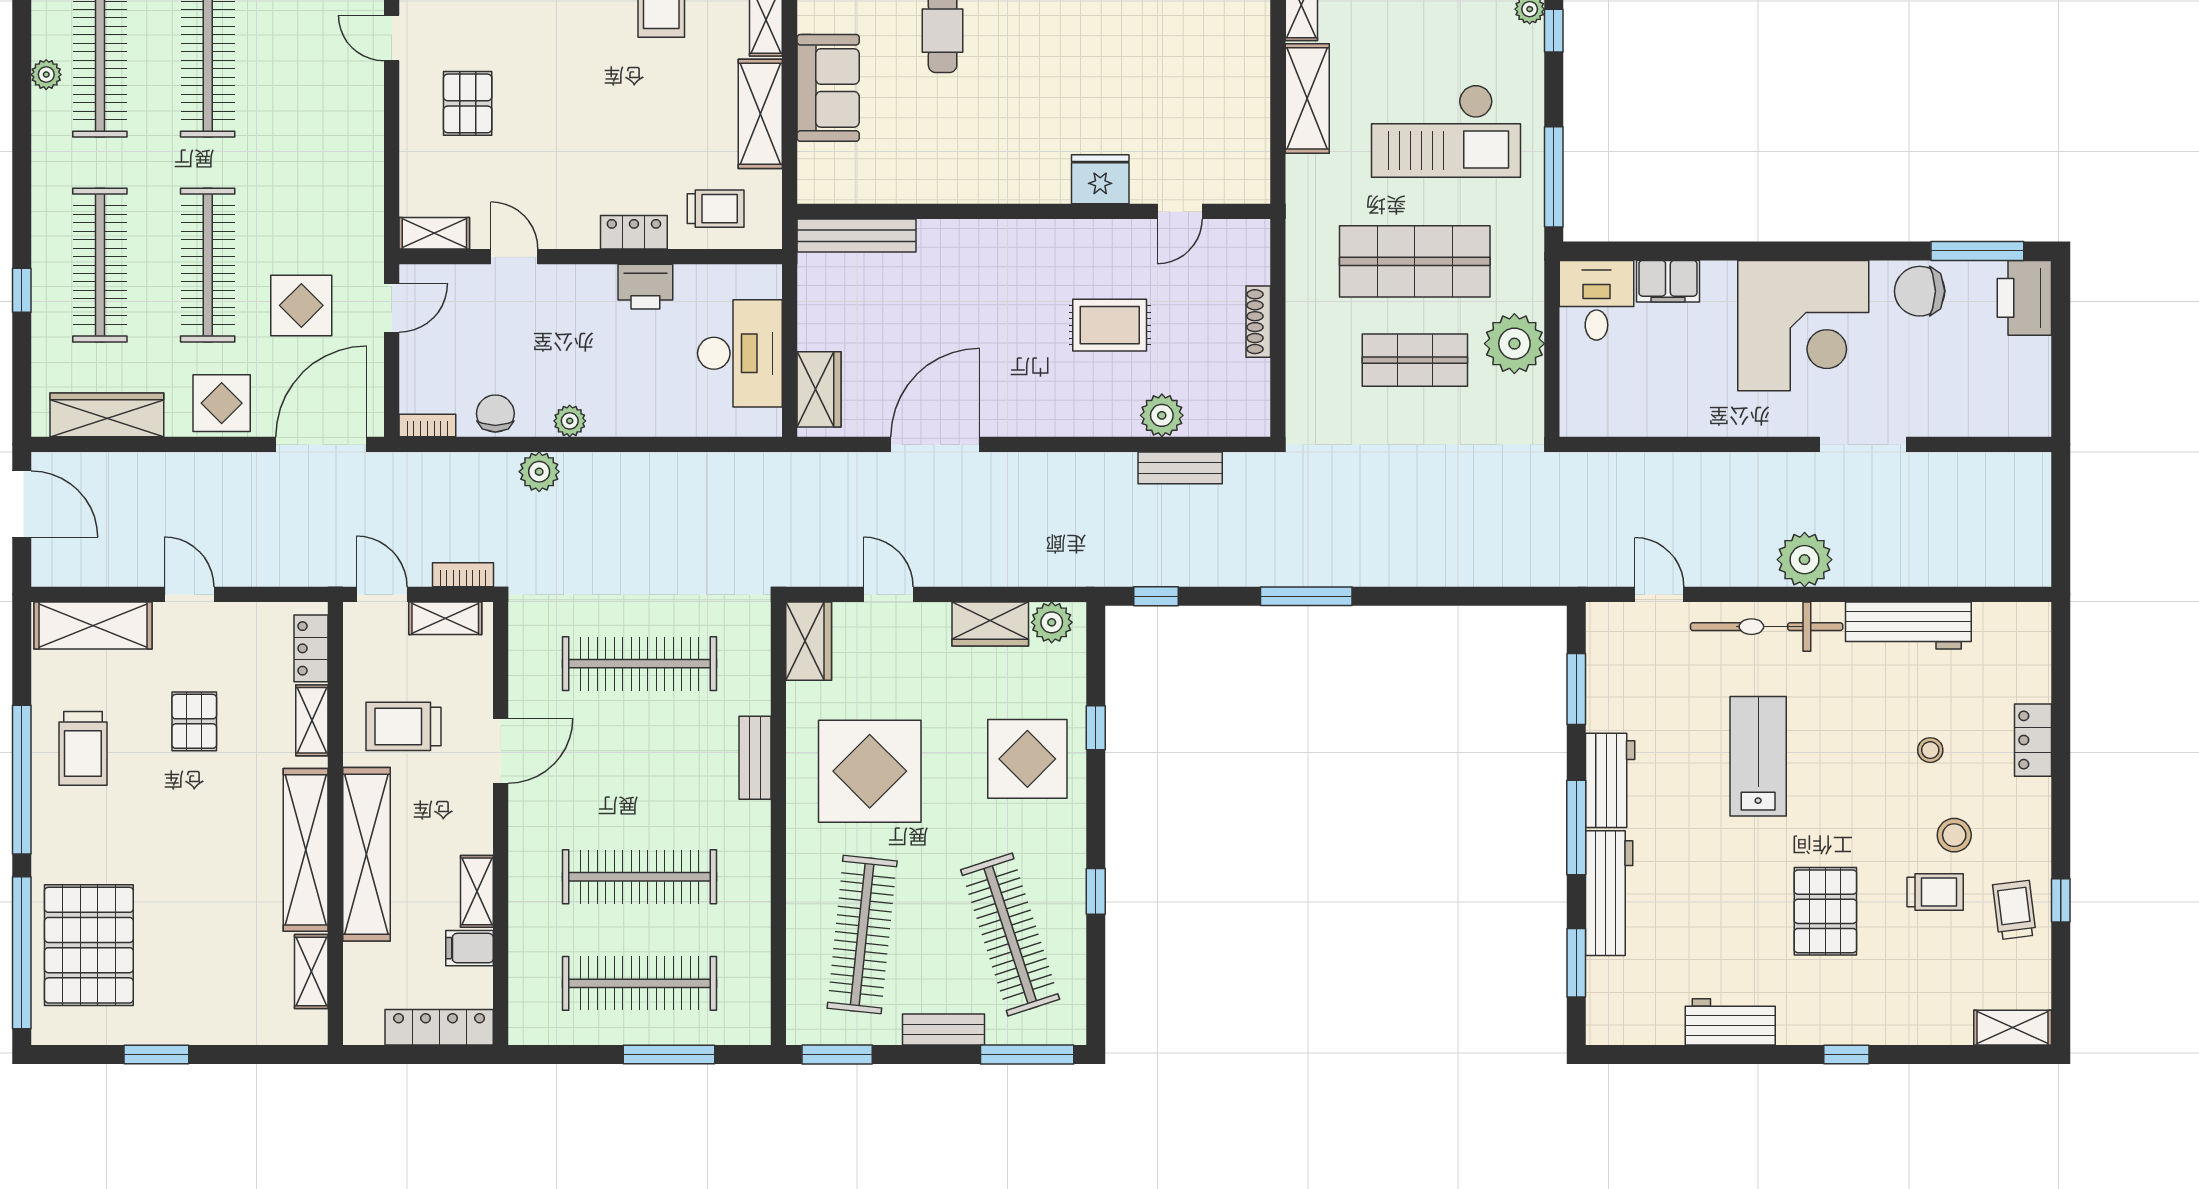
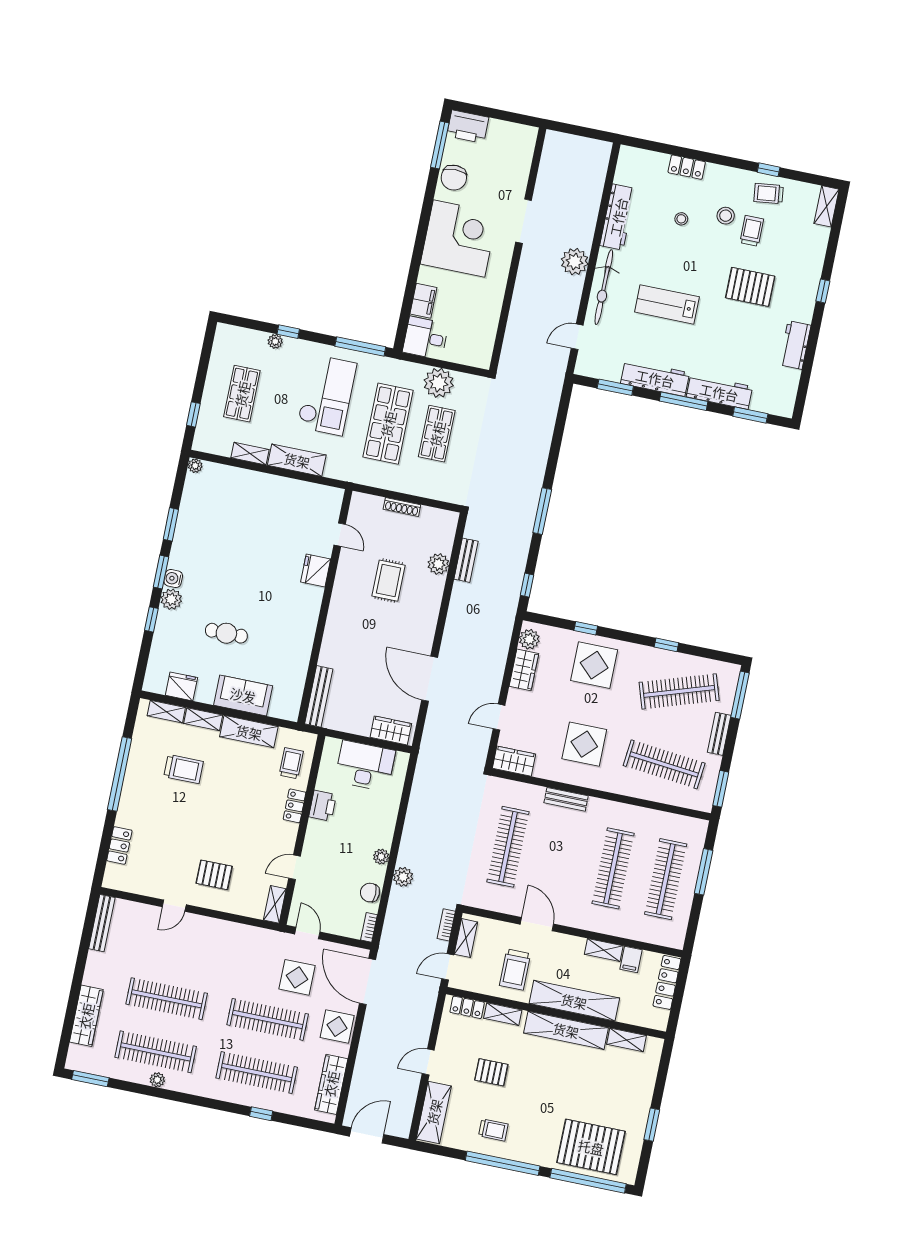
trolley: (83, 748) -> (493, 1130), width x0.73, depth x0.72
display table: (870, 771) -> (584, 744), width x0.73, depth x0.73
workbench: (1610, 780) -> (655, 378), width x1.38

